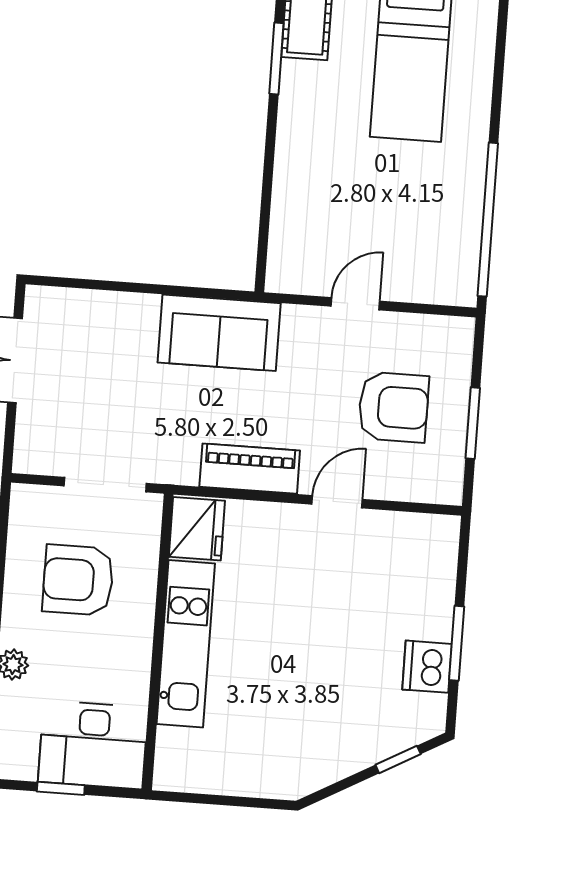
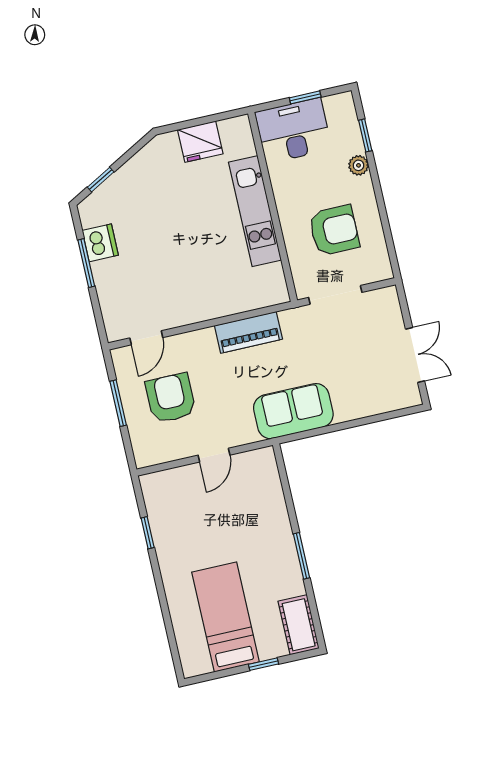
window: (276, 59) -> (301, 556), moved
window: (488, 220) -> (148, 533), width x0.32
armchair: (393, 407) -> (171, 398), turned 90
door: (337, 502) -> (146, 338), moved
fridge: (197, 529) -> (200, 142), moved, turned -90

